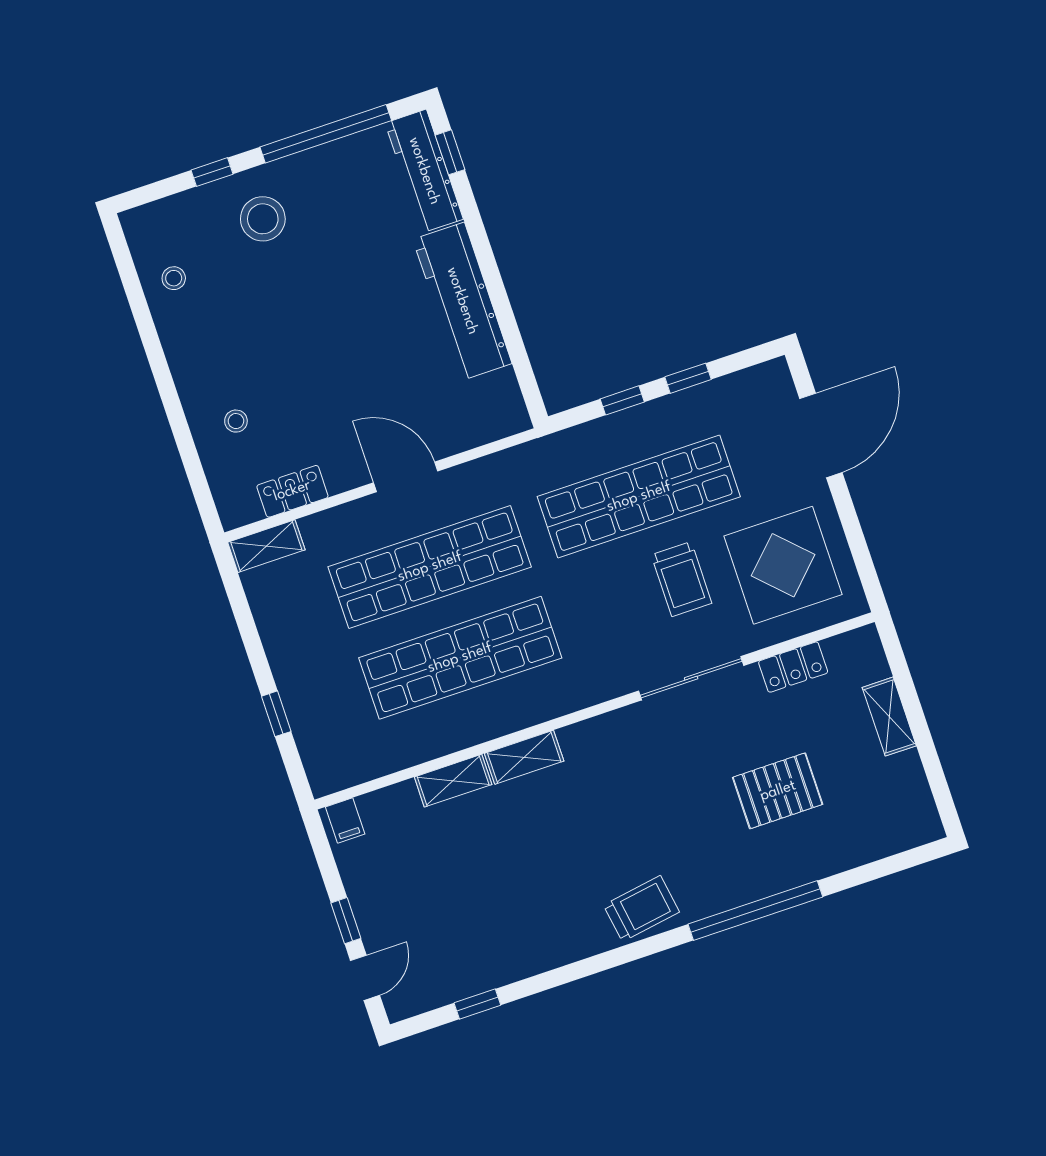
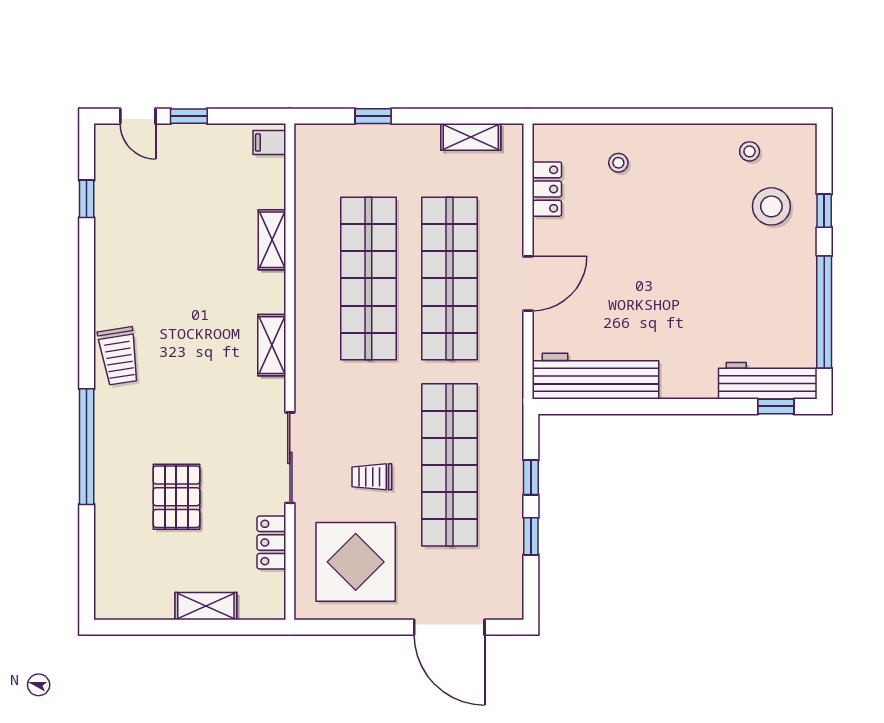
stool: (263, 219) -> (771, 206), moved
workbench: (462, 301) -> (596, 376), moved
shelving: (266, 546) -> (471, 137), moved, turned 90
trolley: (681, 579) -> (372, 477), width x0.73, depth x0.72
shelving: (524, 757) -> (272, 345), moved

